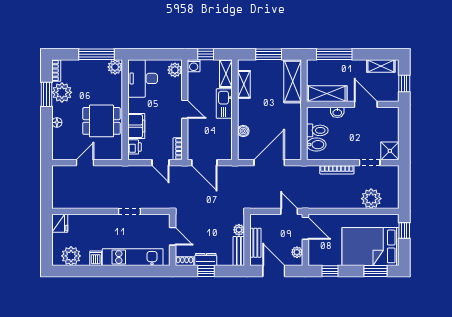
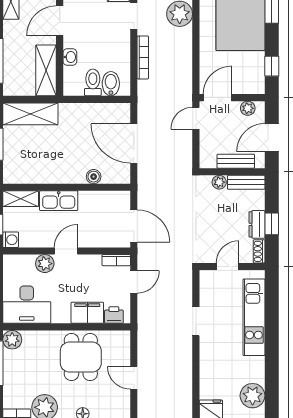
plant: (175, 70) -> (45, 264), moved
shelving: (244, 84) -> (34, 176), removed
door: (204, 163) -> (134, 226), hinge flipped
dishwasher: (96, 258) -> (255, 364), removed

